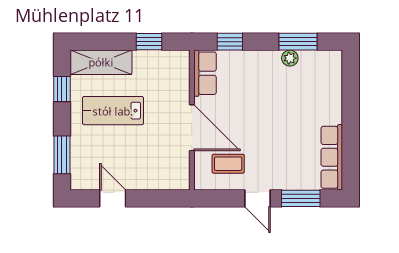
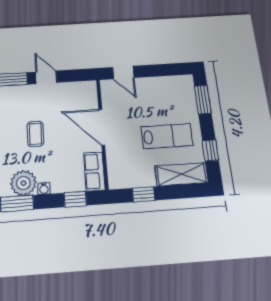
water cooler: (266, 57) -> (44, 189), added
plant: (290, 58) -> (23, 183), width x1.87, depth x1.87
coffee table: (228, 164) -> (35, 134), moved, turned 90
door: (113, 198) -> (123, 73), moved

